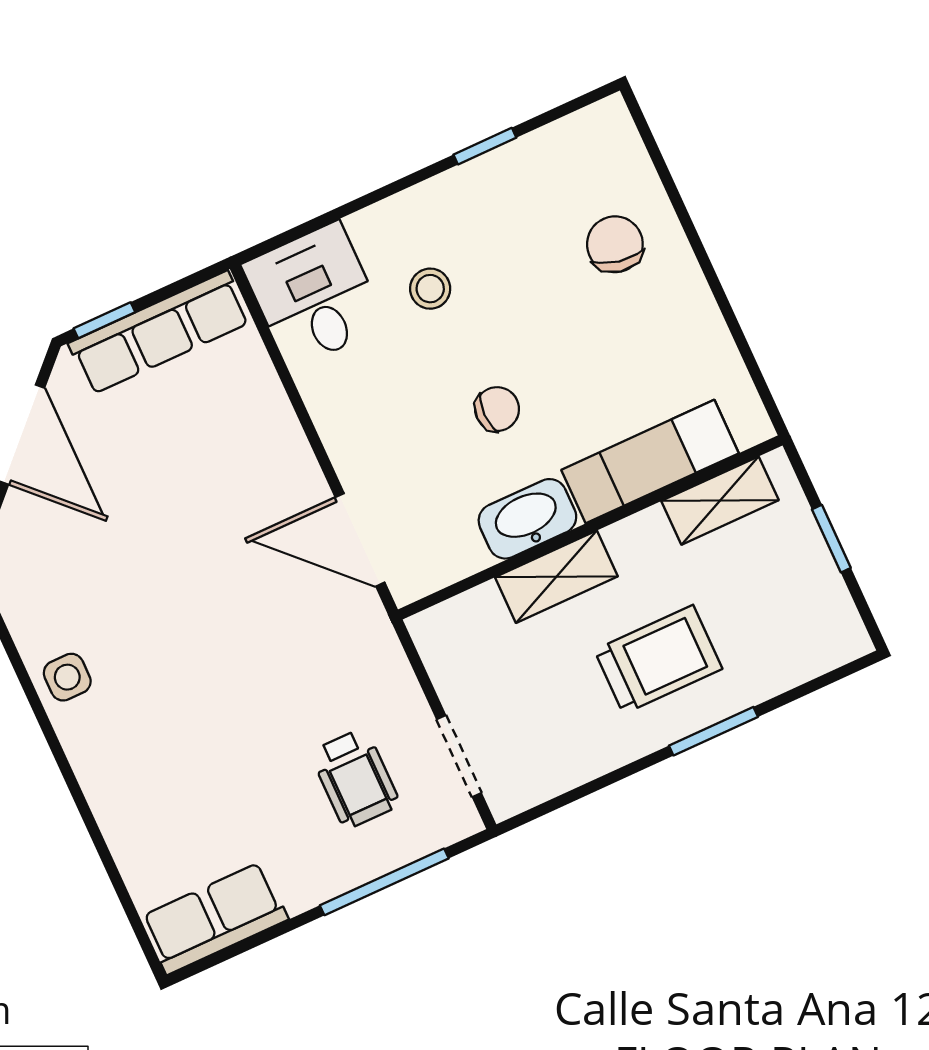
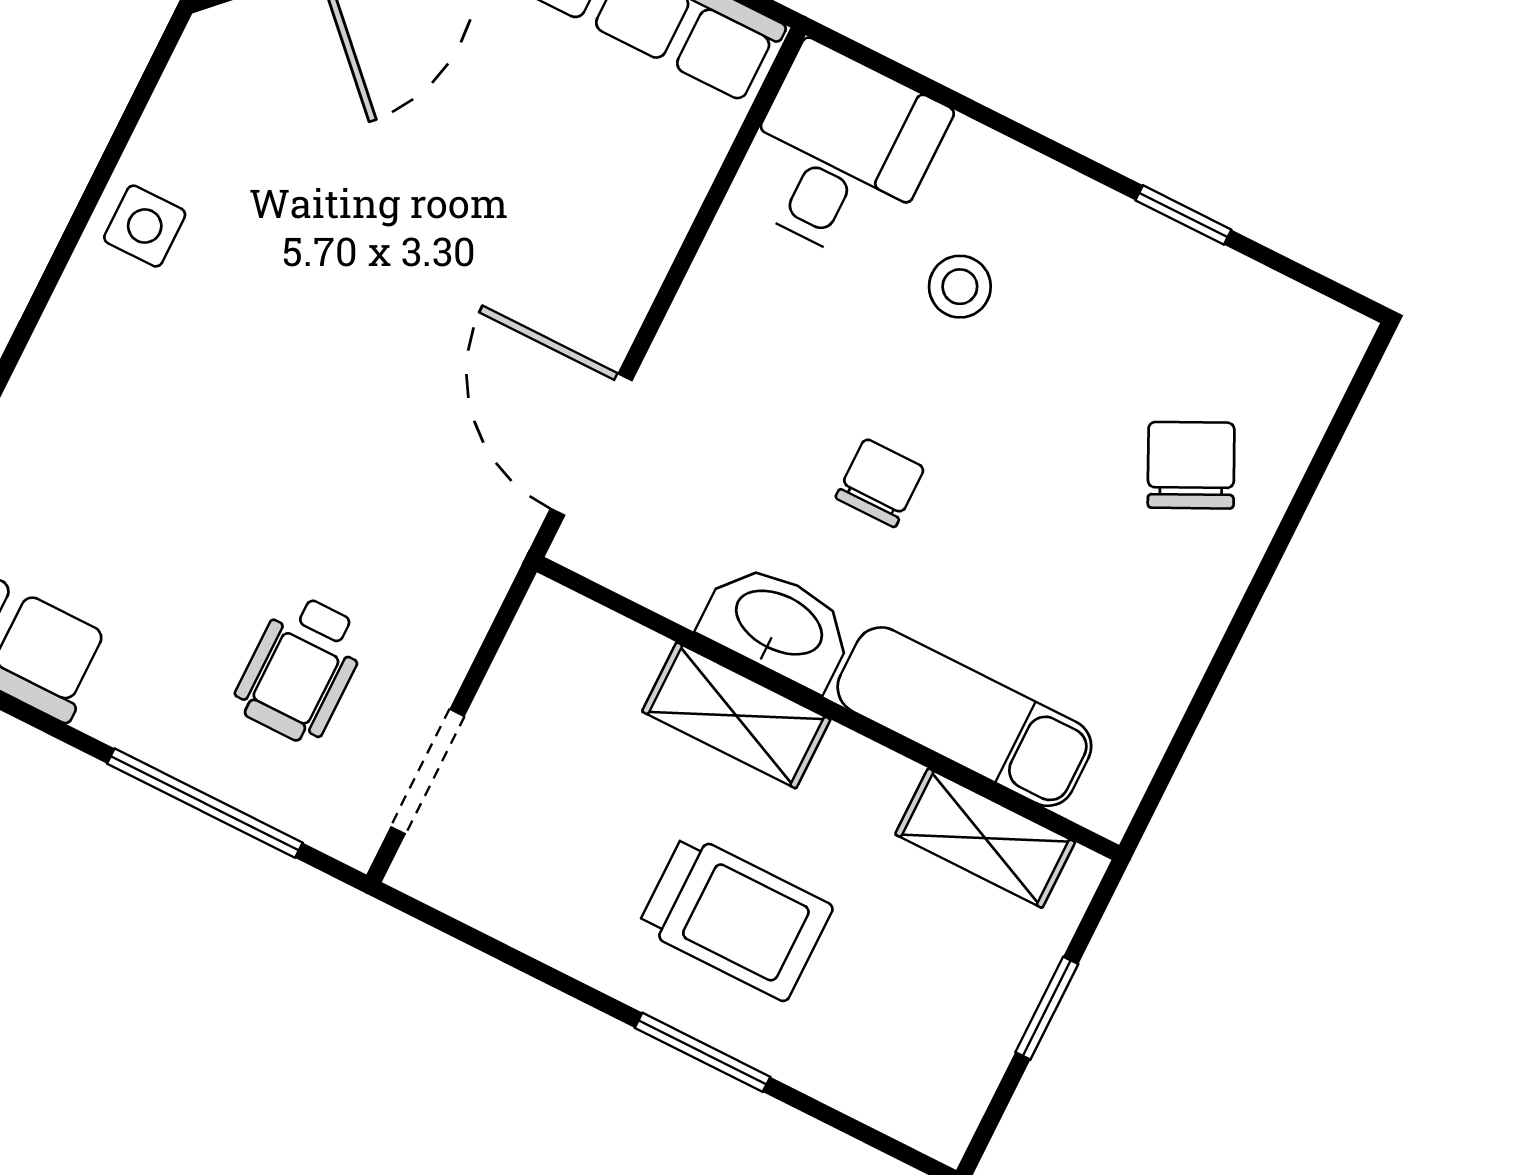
chair: (615, 244) -> (1191, 465), turned -37
chair: (497, 409) -> (880, 483), turned -90

